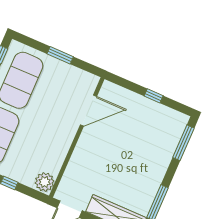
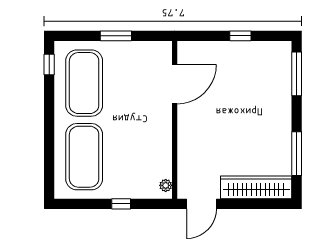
plant: (45, 182) -> (166, 185), width x0.53, depth x0.53

